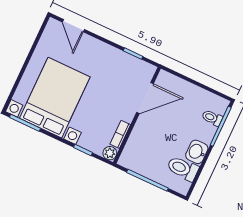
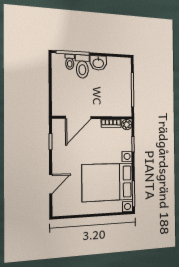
door: (73, 26) -> (51, 184), moved
door: (145, 98) -> (78, 117), swing flipped
toilet: (183, 169) -> (82, 66), moved

